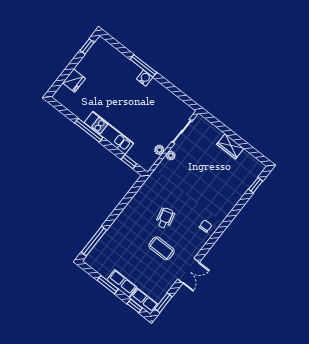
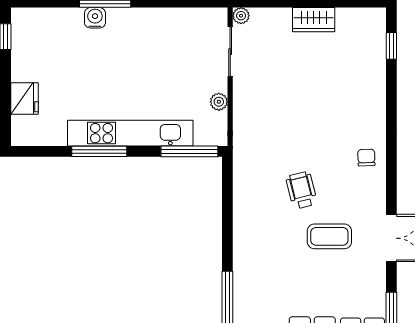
water cooler: (145, 78) -> (95, 18), moved
kitchen unit: (109, 133) -> (130, 133), width x1.36
plant: (171, 156) -> (241, 16), moved
window: (129, 162) -> (189, 151), width x2.17

